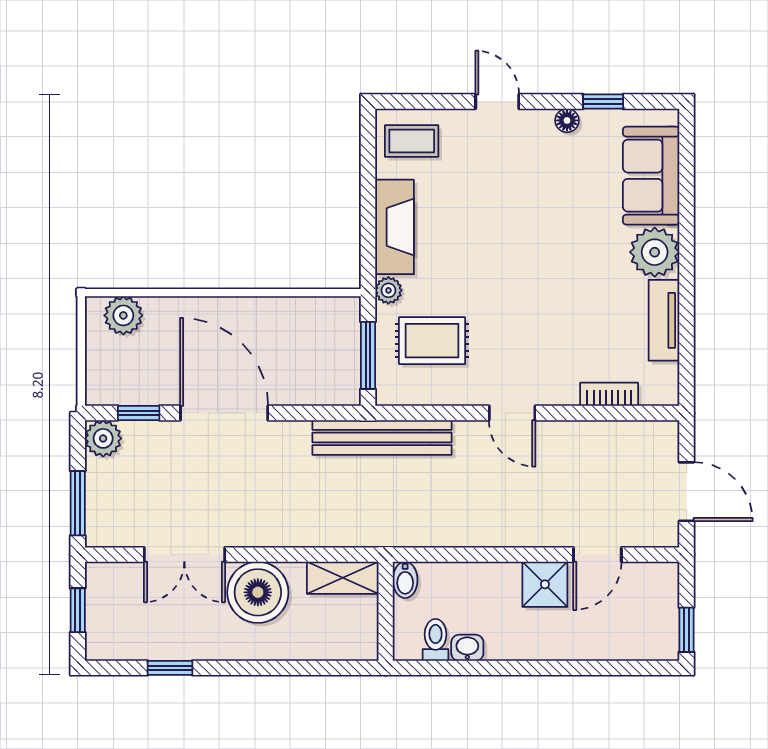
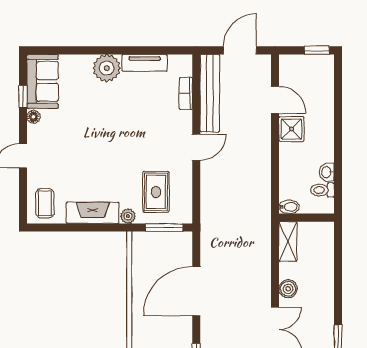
sofa: (651, 176) -> (43, 81), moved, turned -90
door: (224, 413) -> (196, 291), moved
bench: (382, 437) -> (210, 93), moved
boiler: (258, 592) -> (288, 289), width x0.54, depth x0.54

